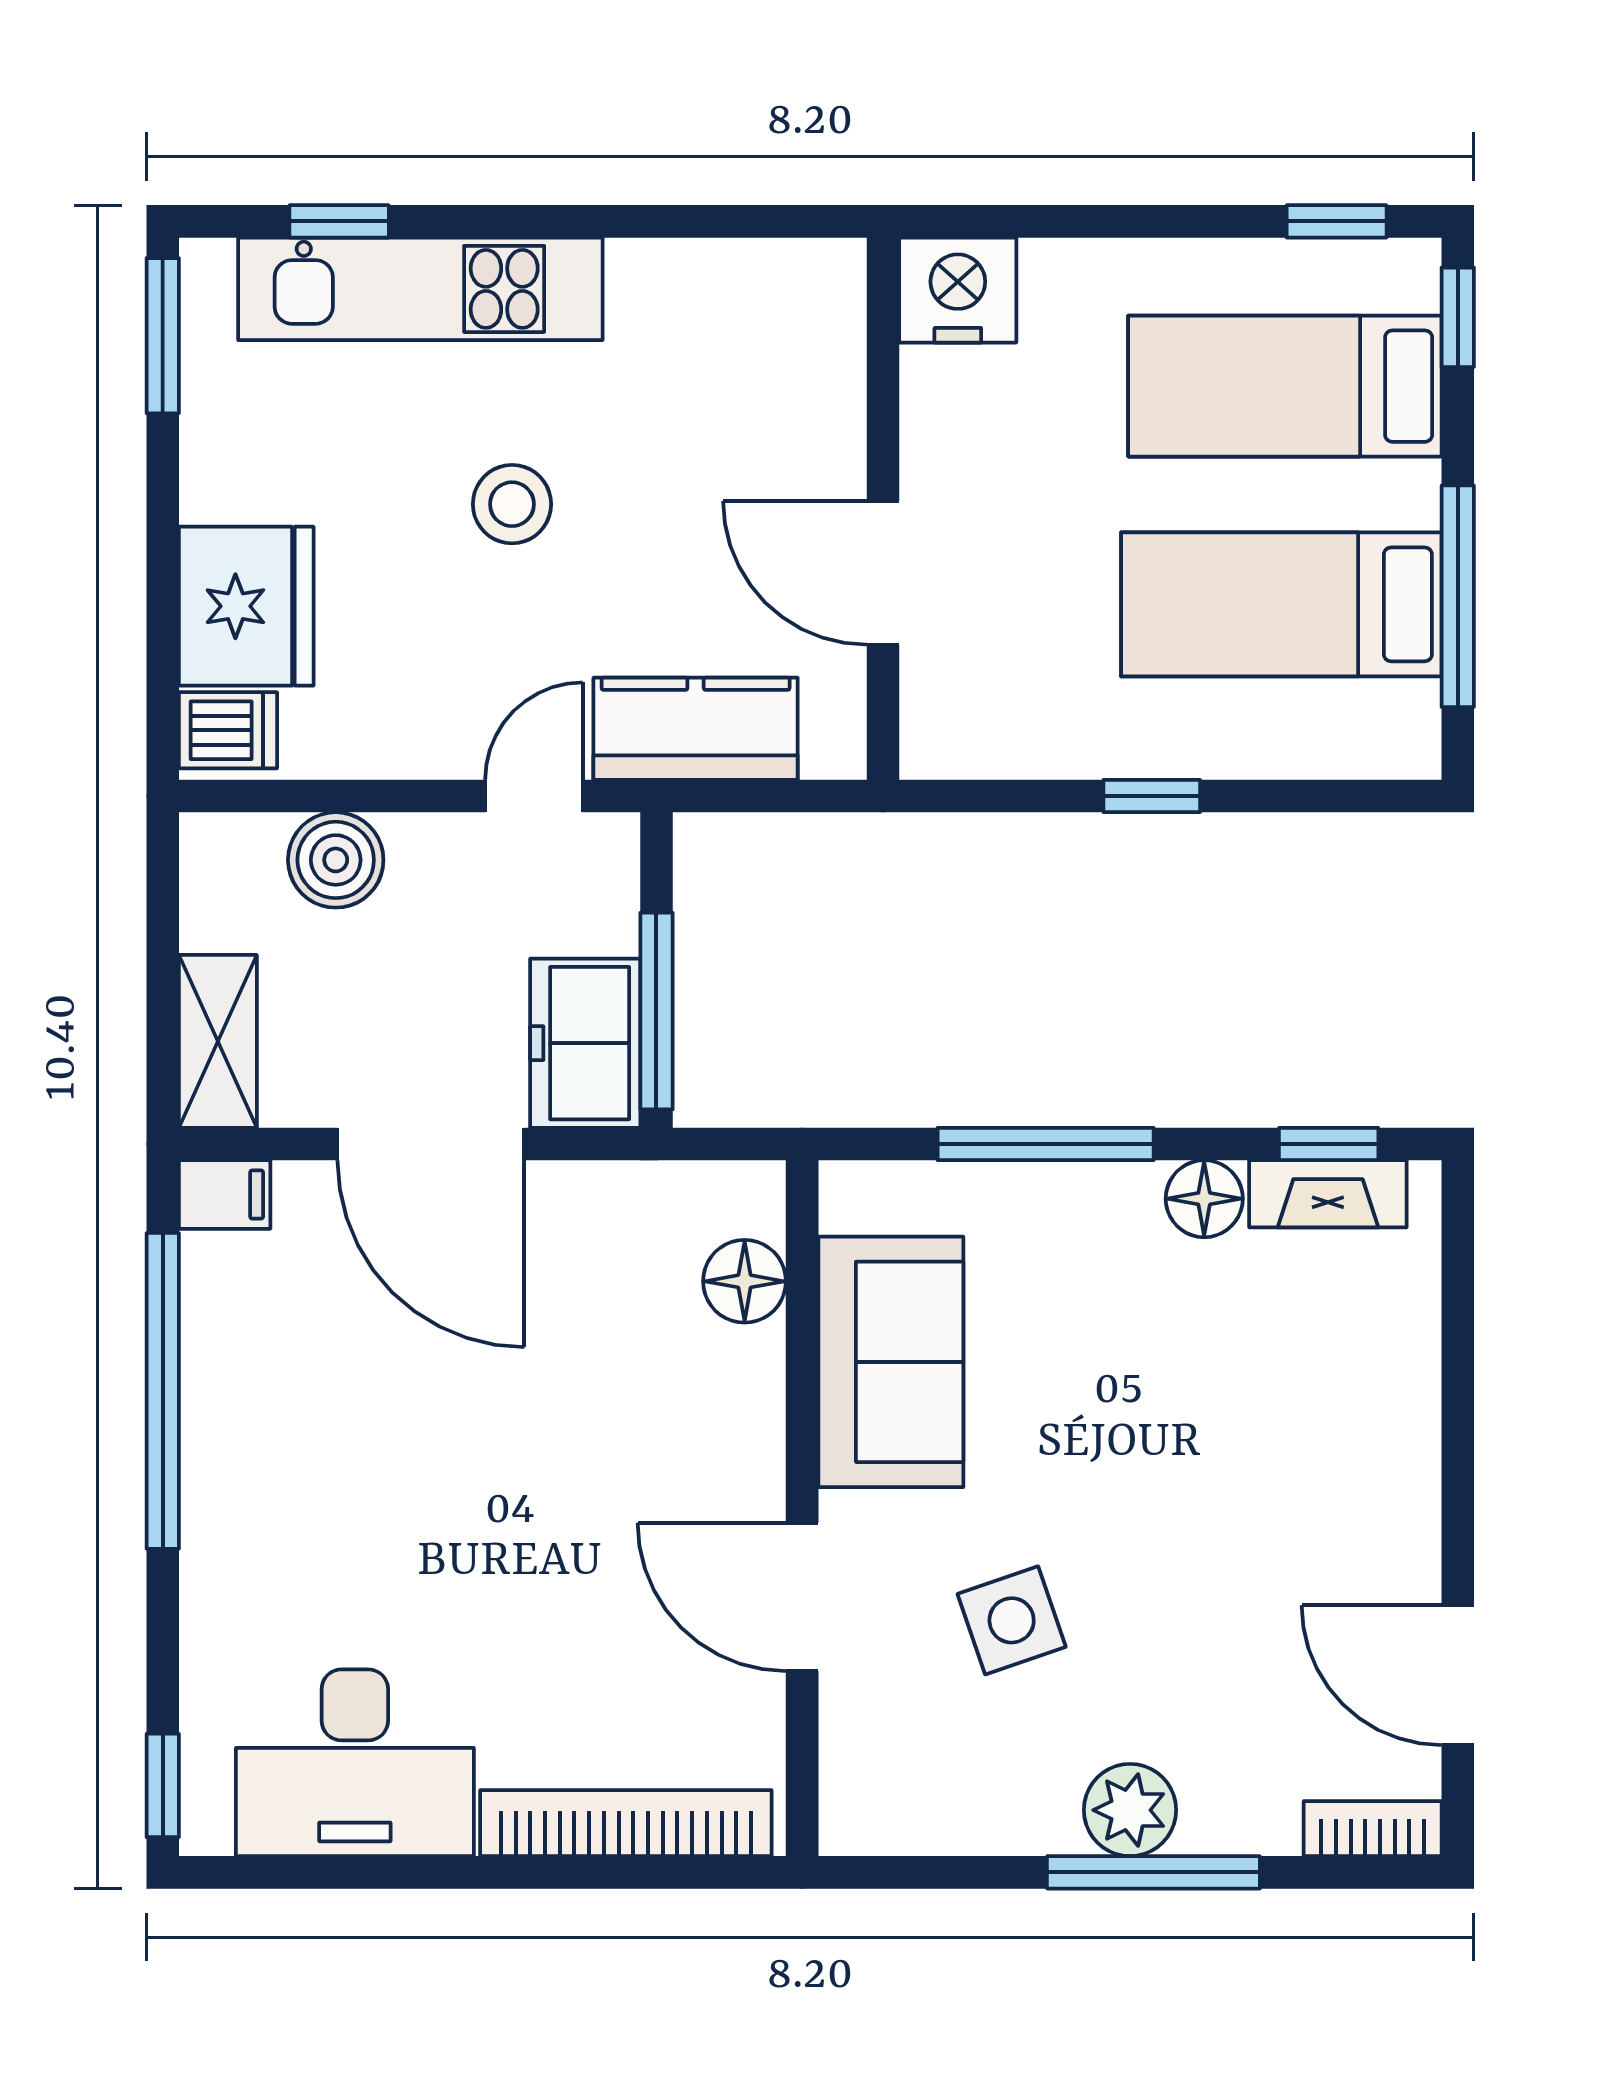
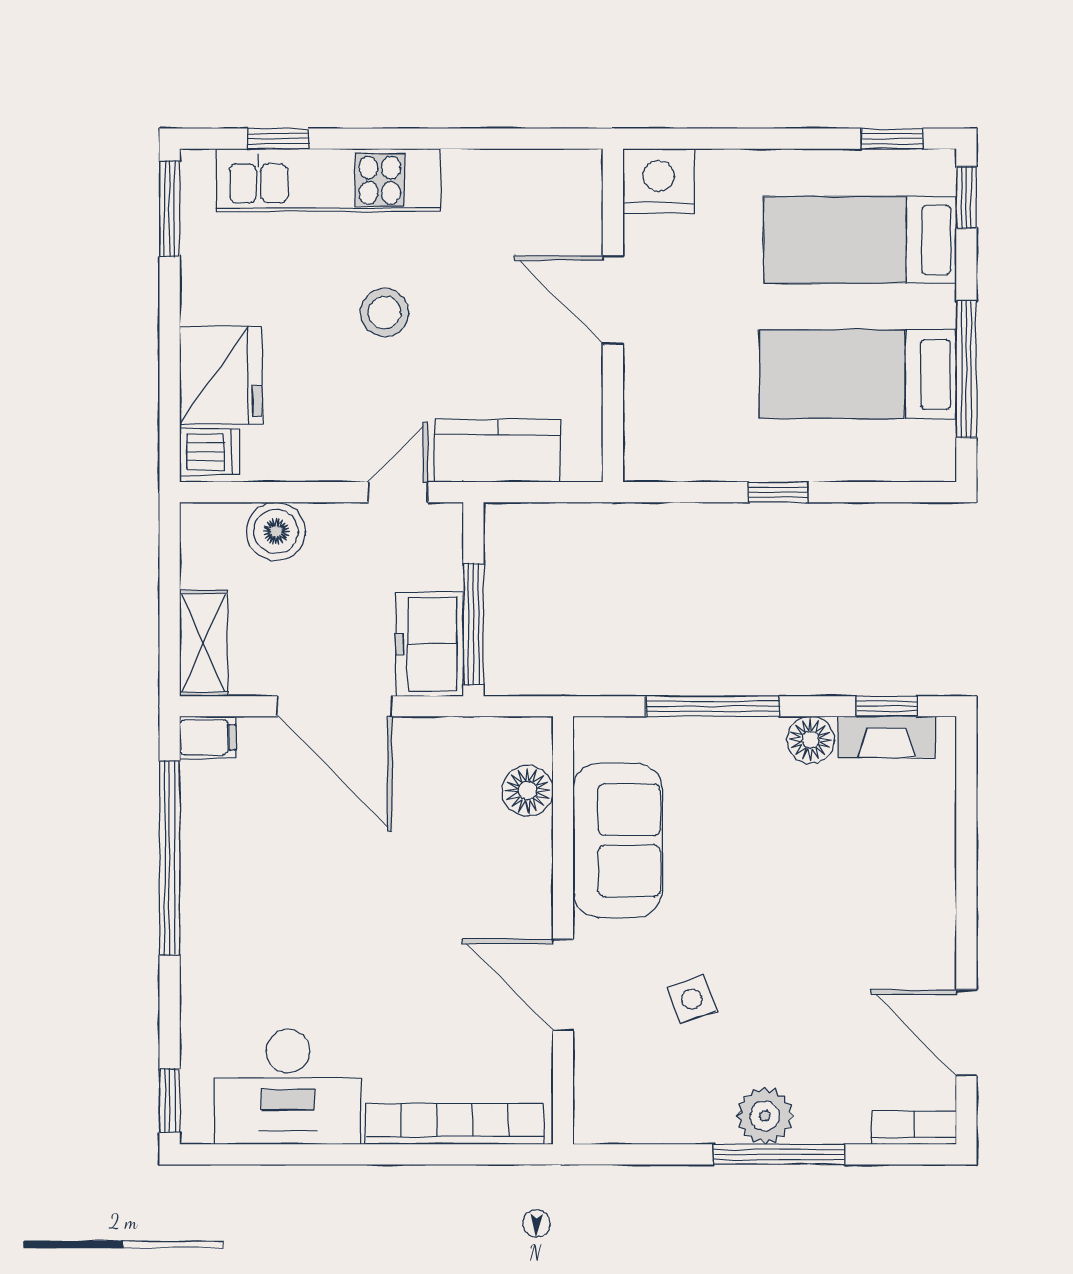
door: (883, 573) -> (613, 300), moved
side table: (1012, 1620) -> (692, 999), width x0.73, depth x0.73

